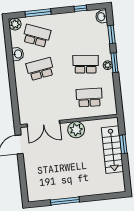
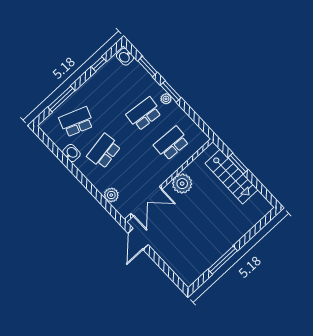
plant: (15, 24) -> (111, 195), moved

